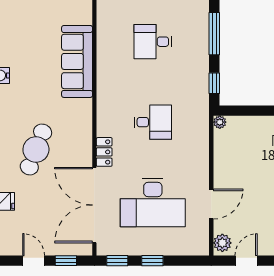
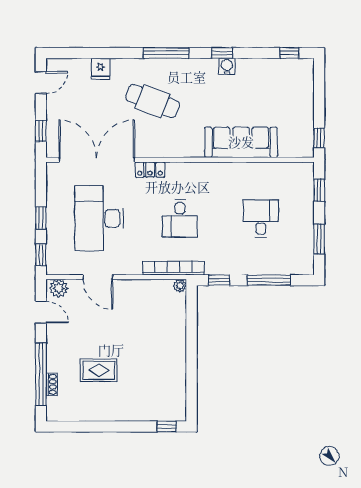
bookcase: (202, 129) -> (173, 268), added
door: (34, 261) -> (41, 83), moved
window: (117, 261) -> (41, 255), moved

